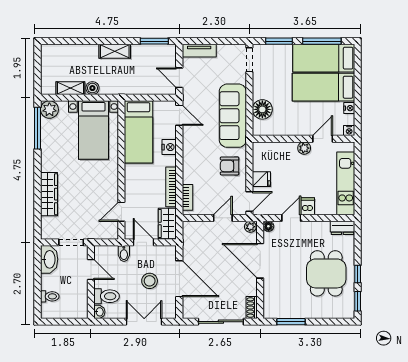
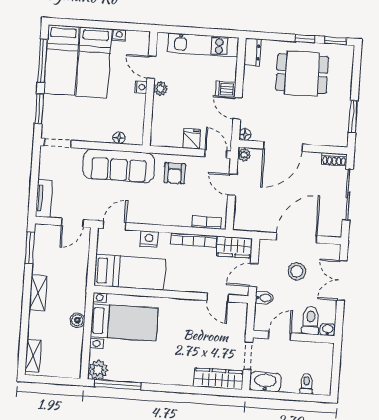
shelving: (70, 88) -> (33, 356), moved
floor lamp: (262, 109) -> (119, 138), width x0.53, depth x0.53
nightstand: (349, 131) -> (141, 87), moved
wardrobe: (49, 194) -> (219, 379), moved

